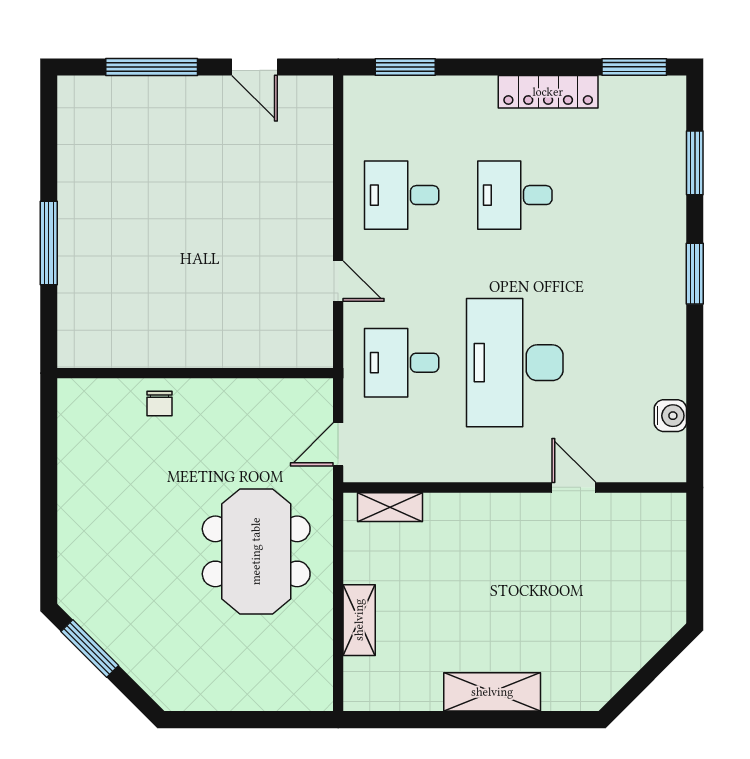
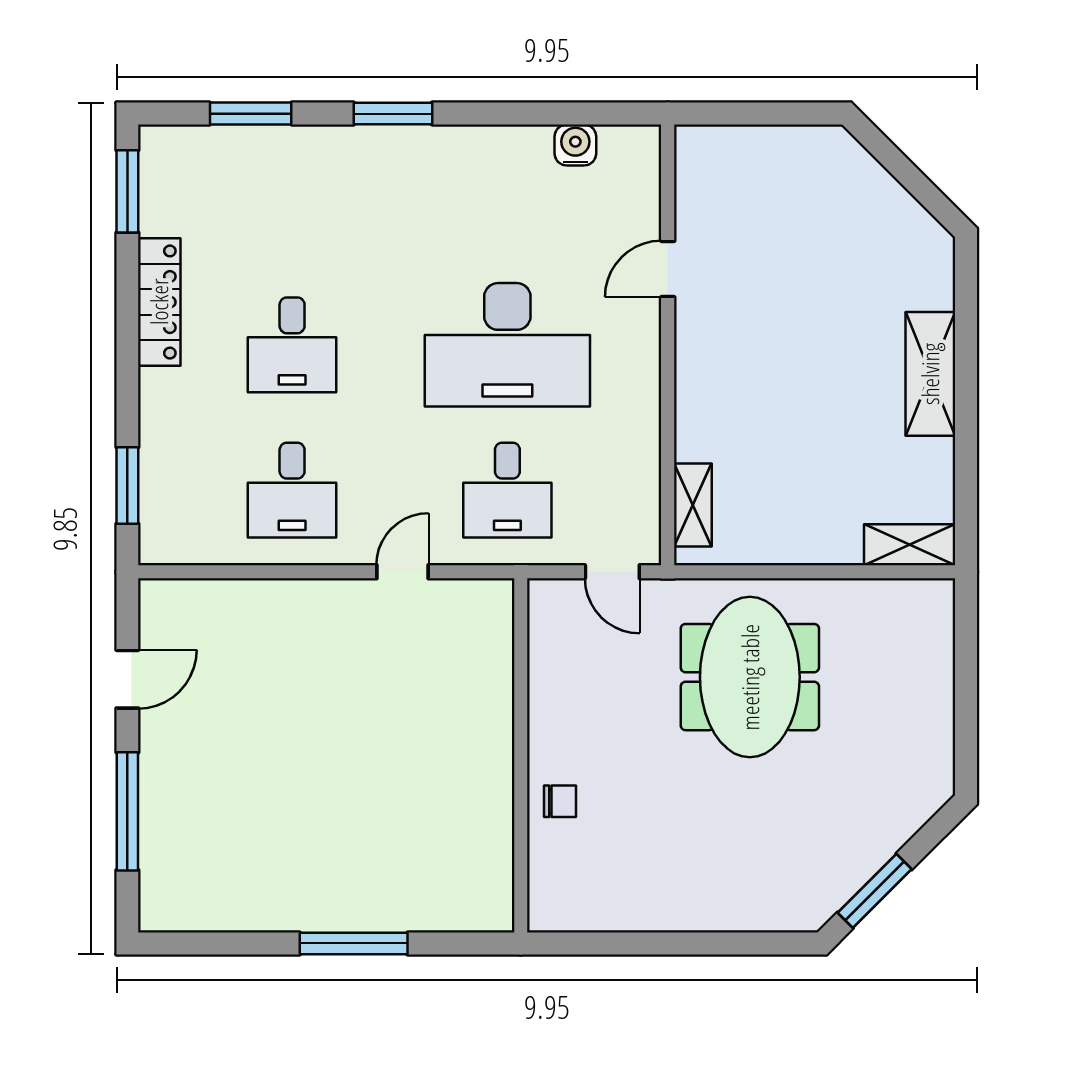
meeting table: (256, 551) -> (750, 677), turned 90
shelving: (359, 620) -> (910, 545), moved

